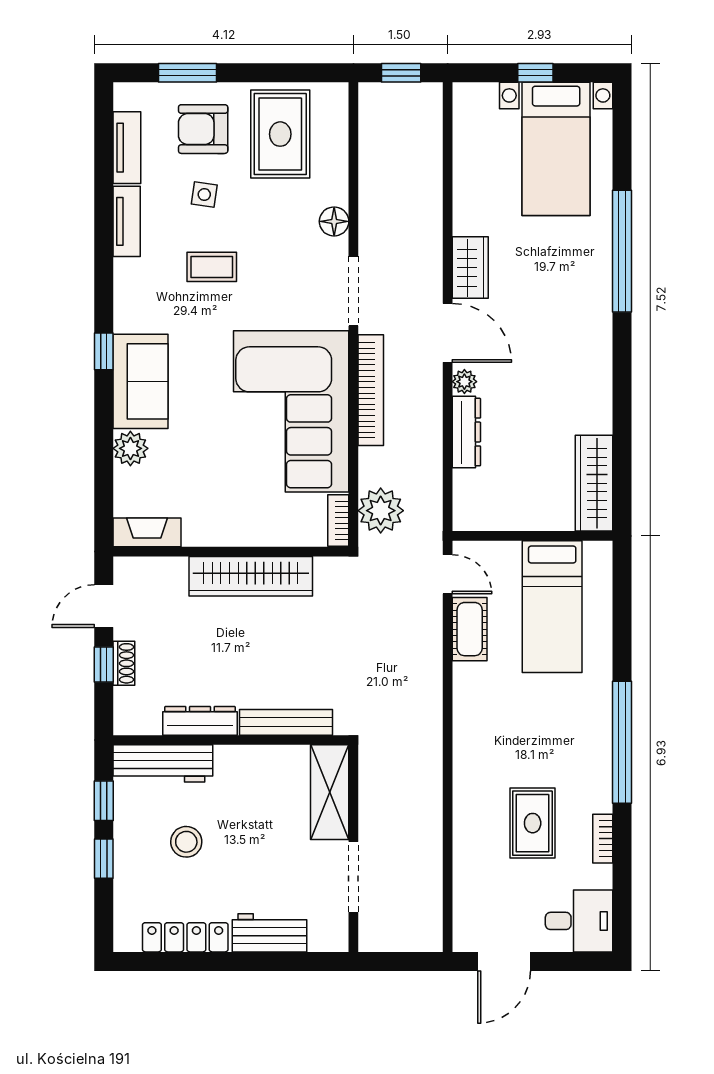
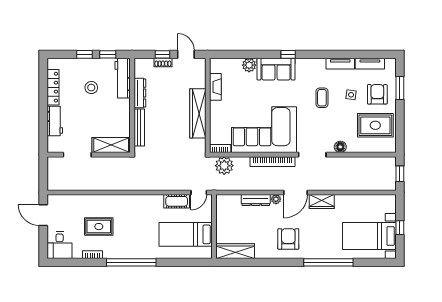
armchair: (564, 351) -> (288, 239), added
fireplace: (147, 532) -> (215, 87), moved

